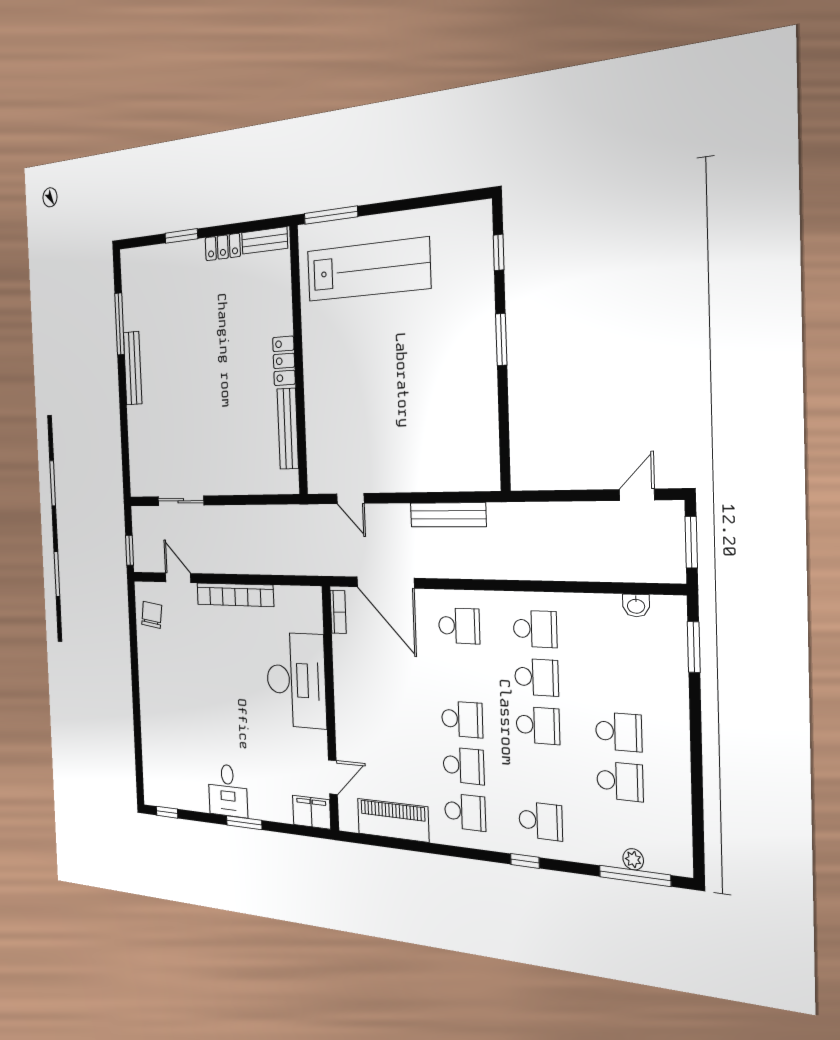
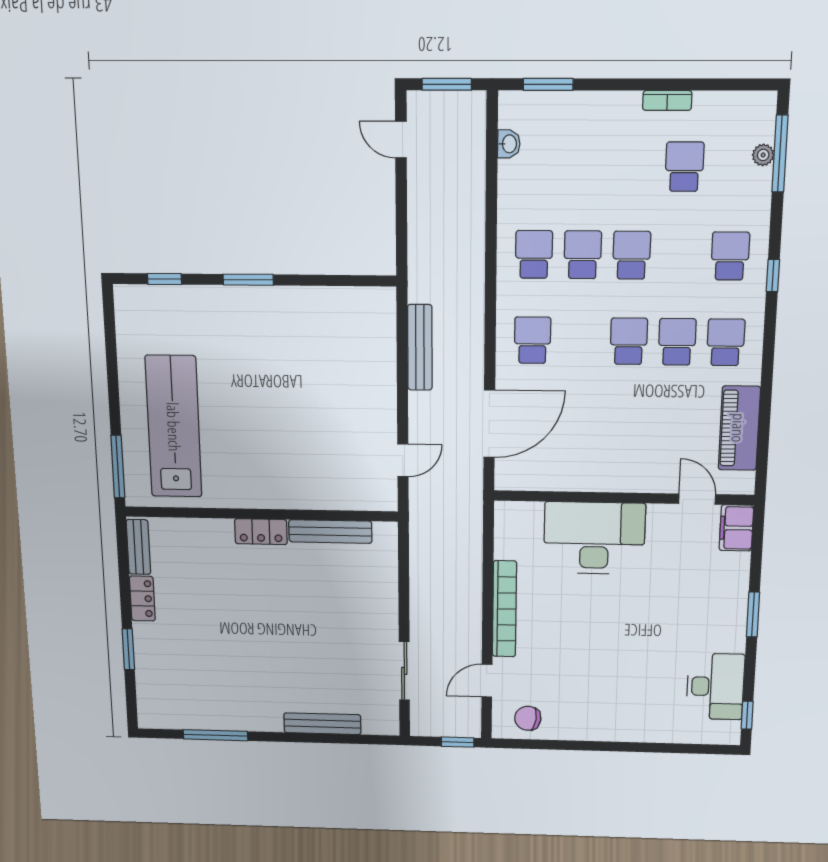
bench: (133, 368) -> (322, 724), moved
bookcase: (338, 612) -> (667, 100), moved, turned 180
school desk: (619, 732) -> (635, 166), removed
desk: (228, 790) -> (715, 686), moved, width x1.37

